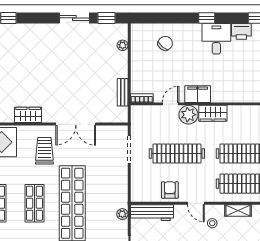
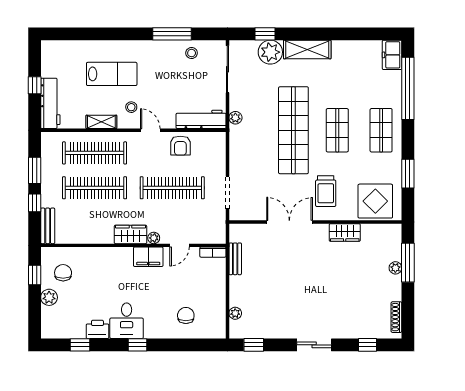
sliding door: (74, 18) -> (314, 345), moved
chair: (165, 43) -> (186, 315), turned 142
plant: (188, 115) -> (154, 238), width x0.53, depth x0.53

